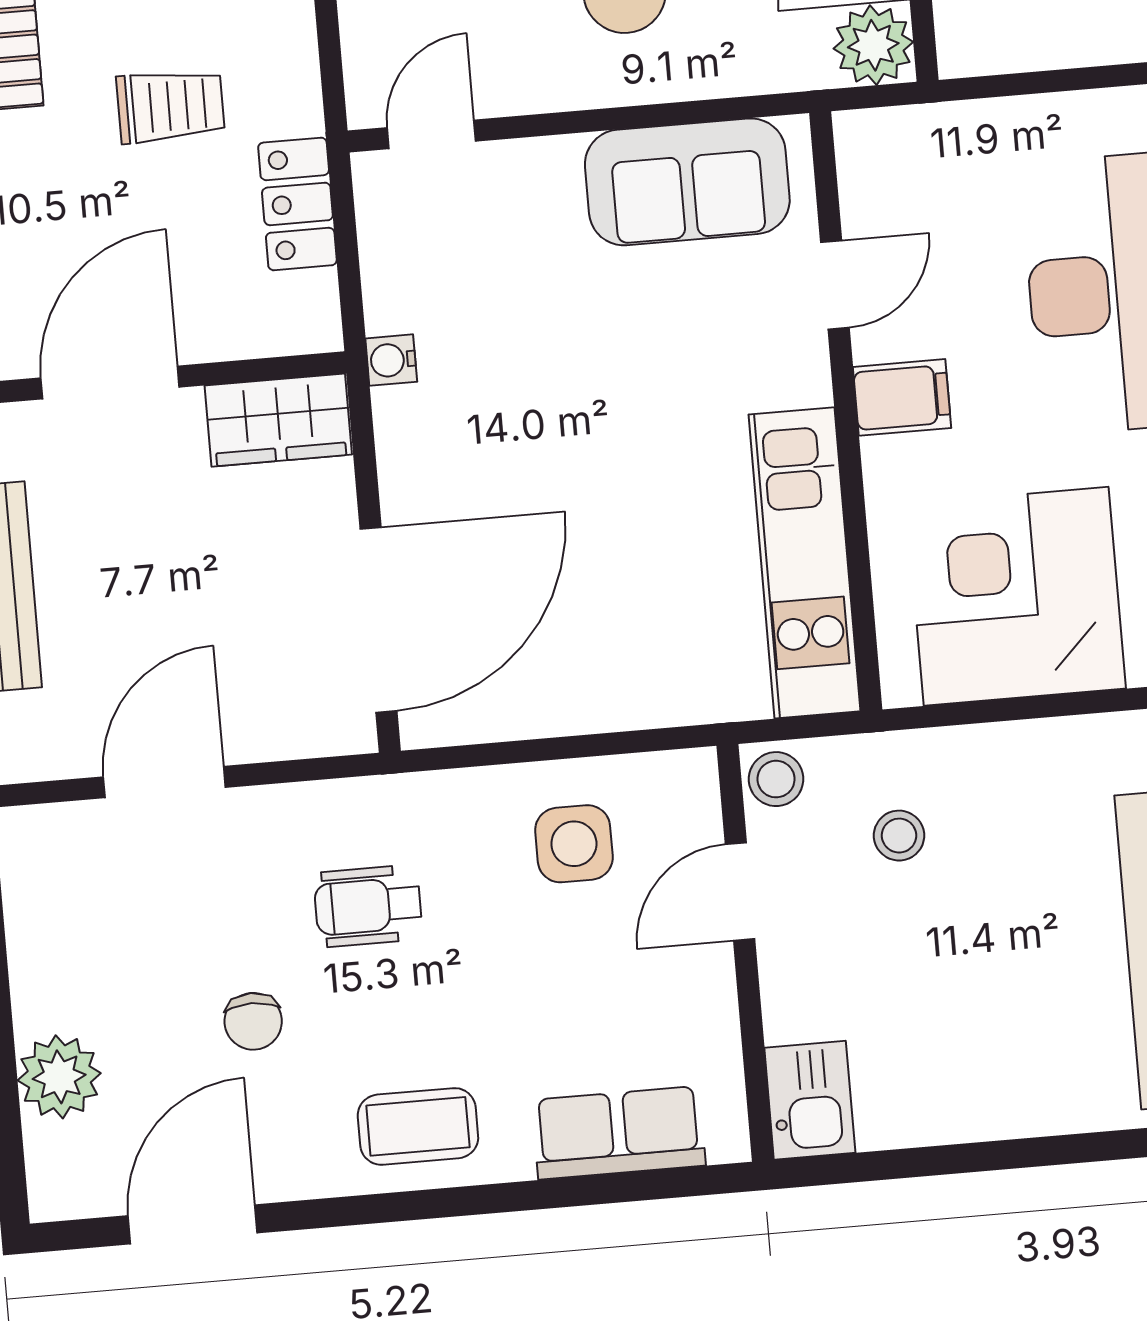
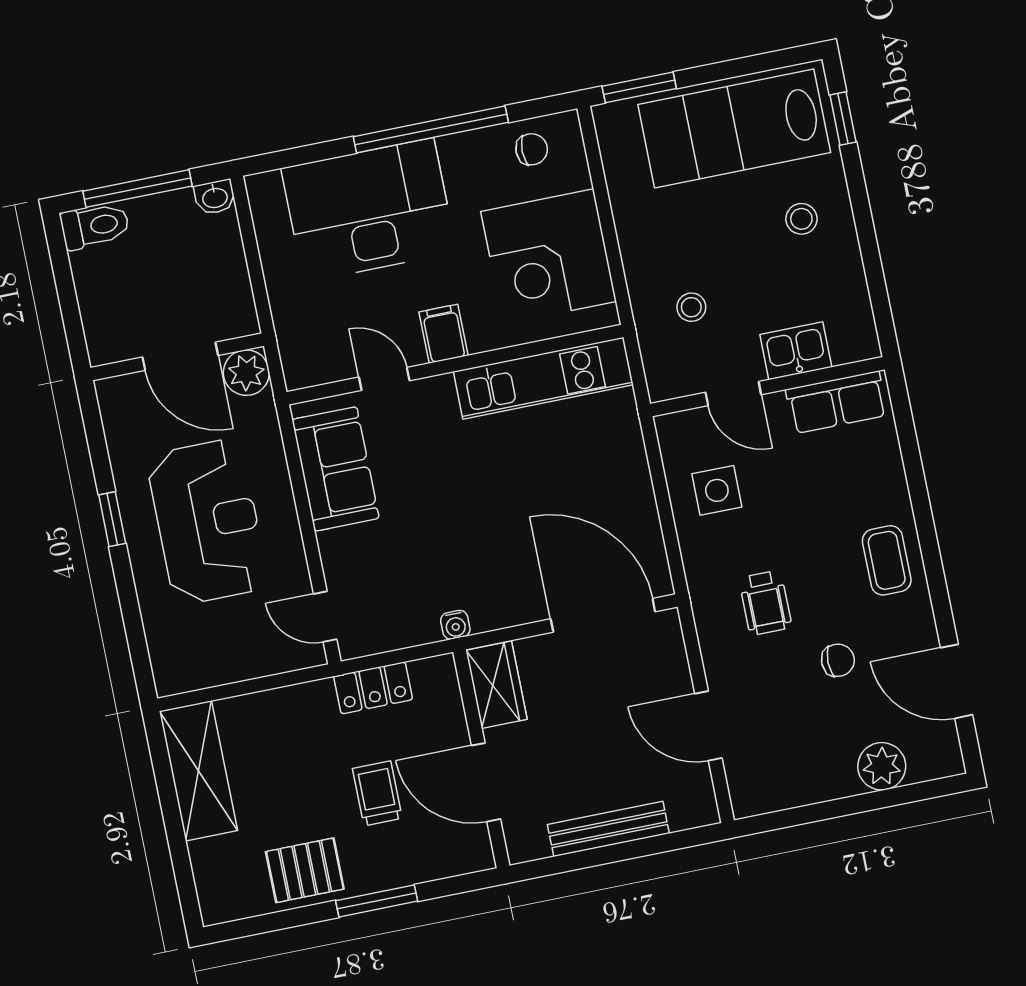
trolley: (171, 106) -> (377, 793), moved
stool: (776, 779) -> (801, 219), moved
kitchen sink: (810, 1100) -> (796, 351), moved
row of seats: (619, 1133) -> (837, 402), moved, turned -90

